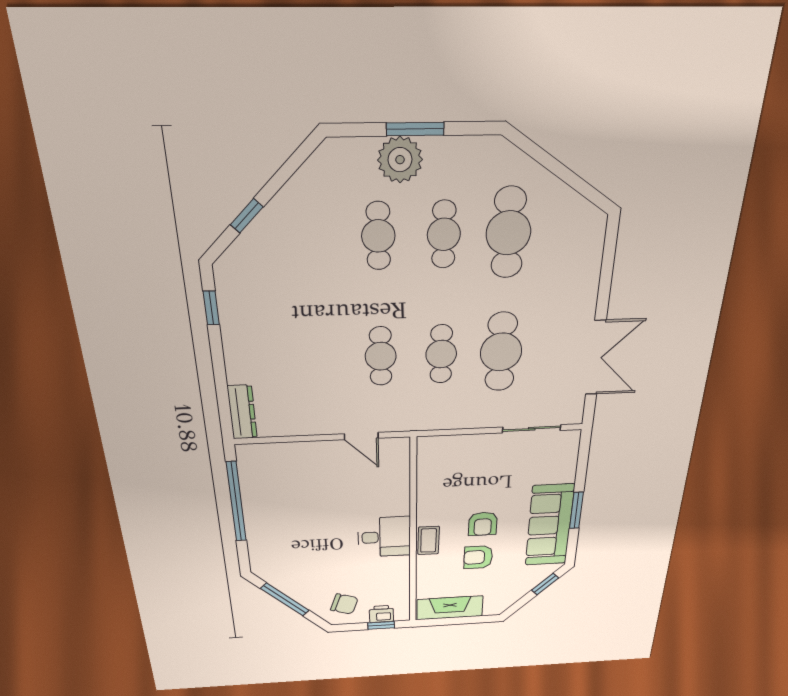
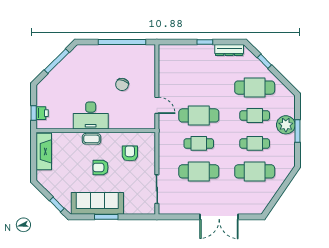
cafe table: (312, 238) -> (255, 88), added
window: (211, 308) -> (205, 42), moved
cafe table: (381, 356) -> (199, 115), width x1.37, depth x1.35
double door: (596, 358) -> (219, 217), moved
dresser: (242, 412) -> (229, 50), moved
door: (361, 436) -> (157, 105), swing flipped
desk: (384, 537) -> (91, 116), width x1.37
armchair: (478, 557) -> (130, 153), moved
chair: (344, 604) -> (122, 84), moved

